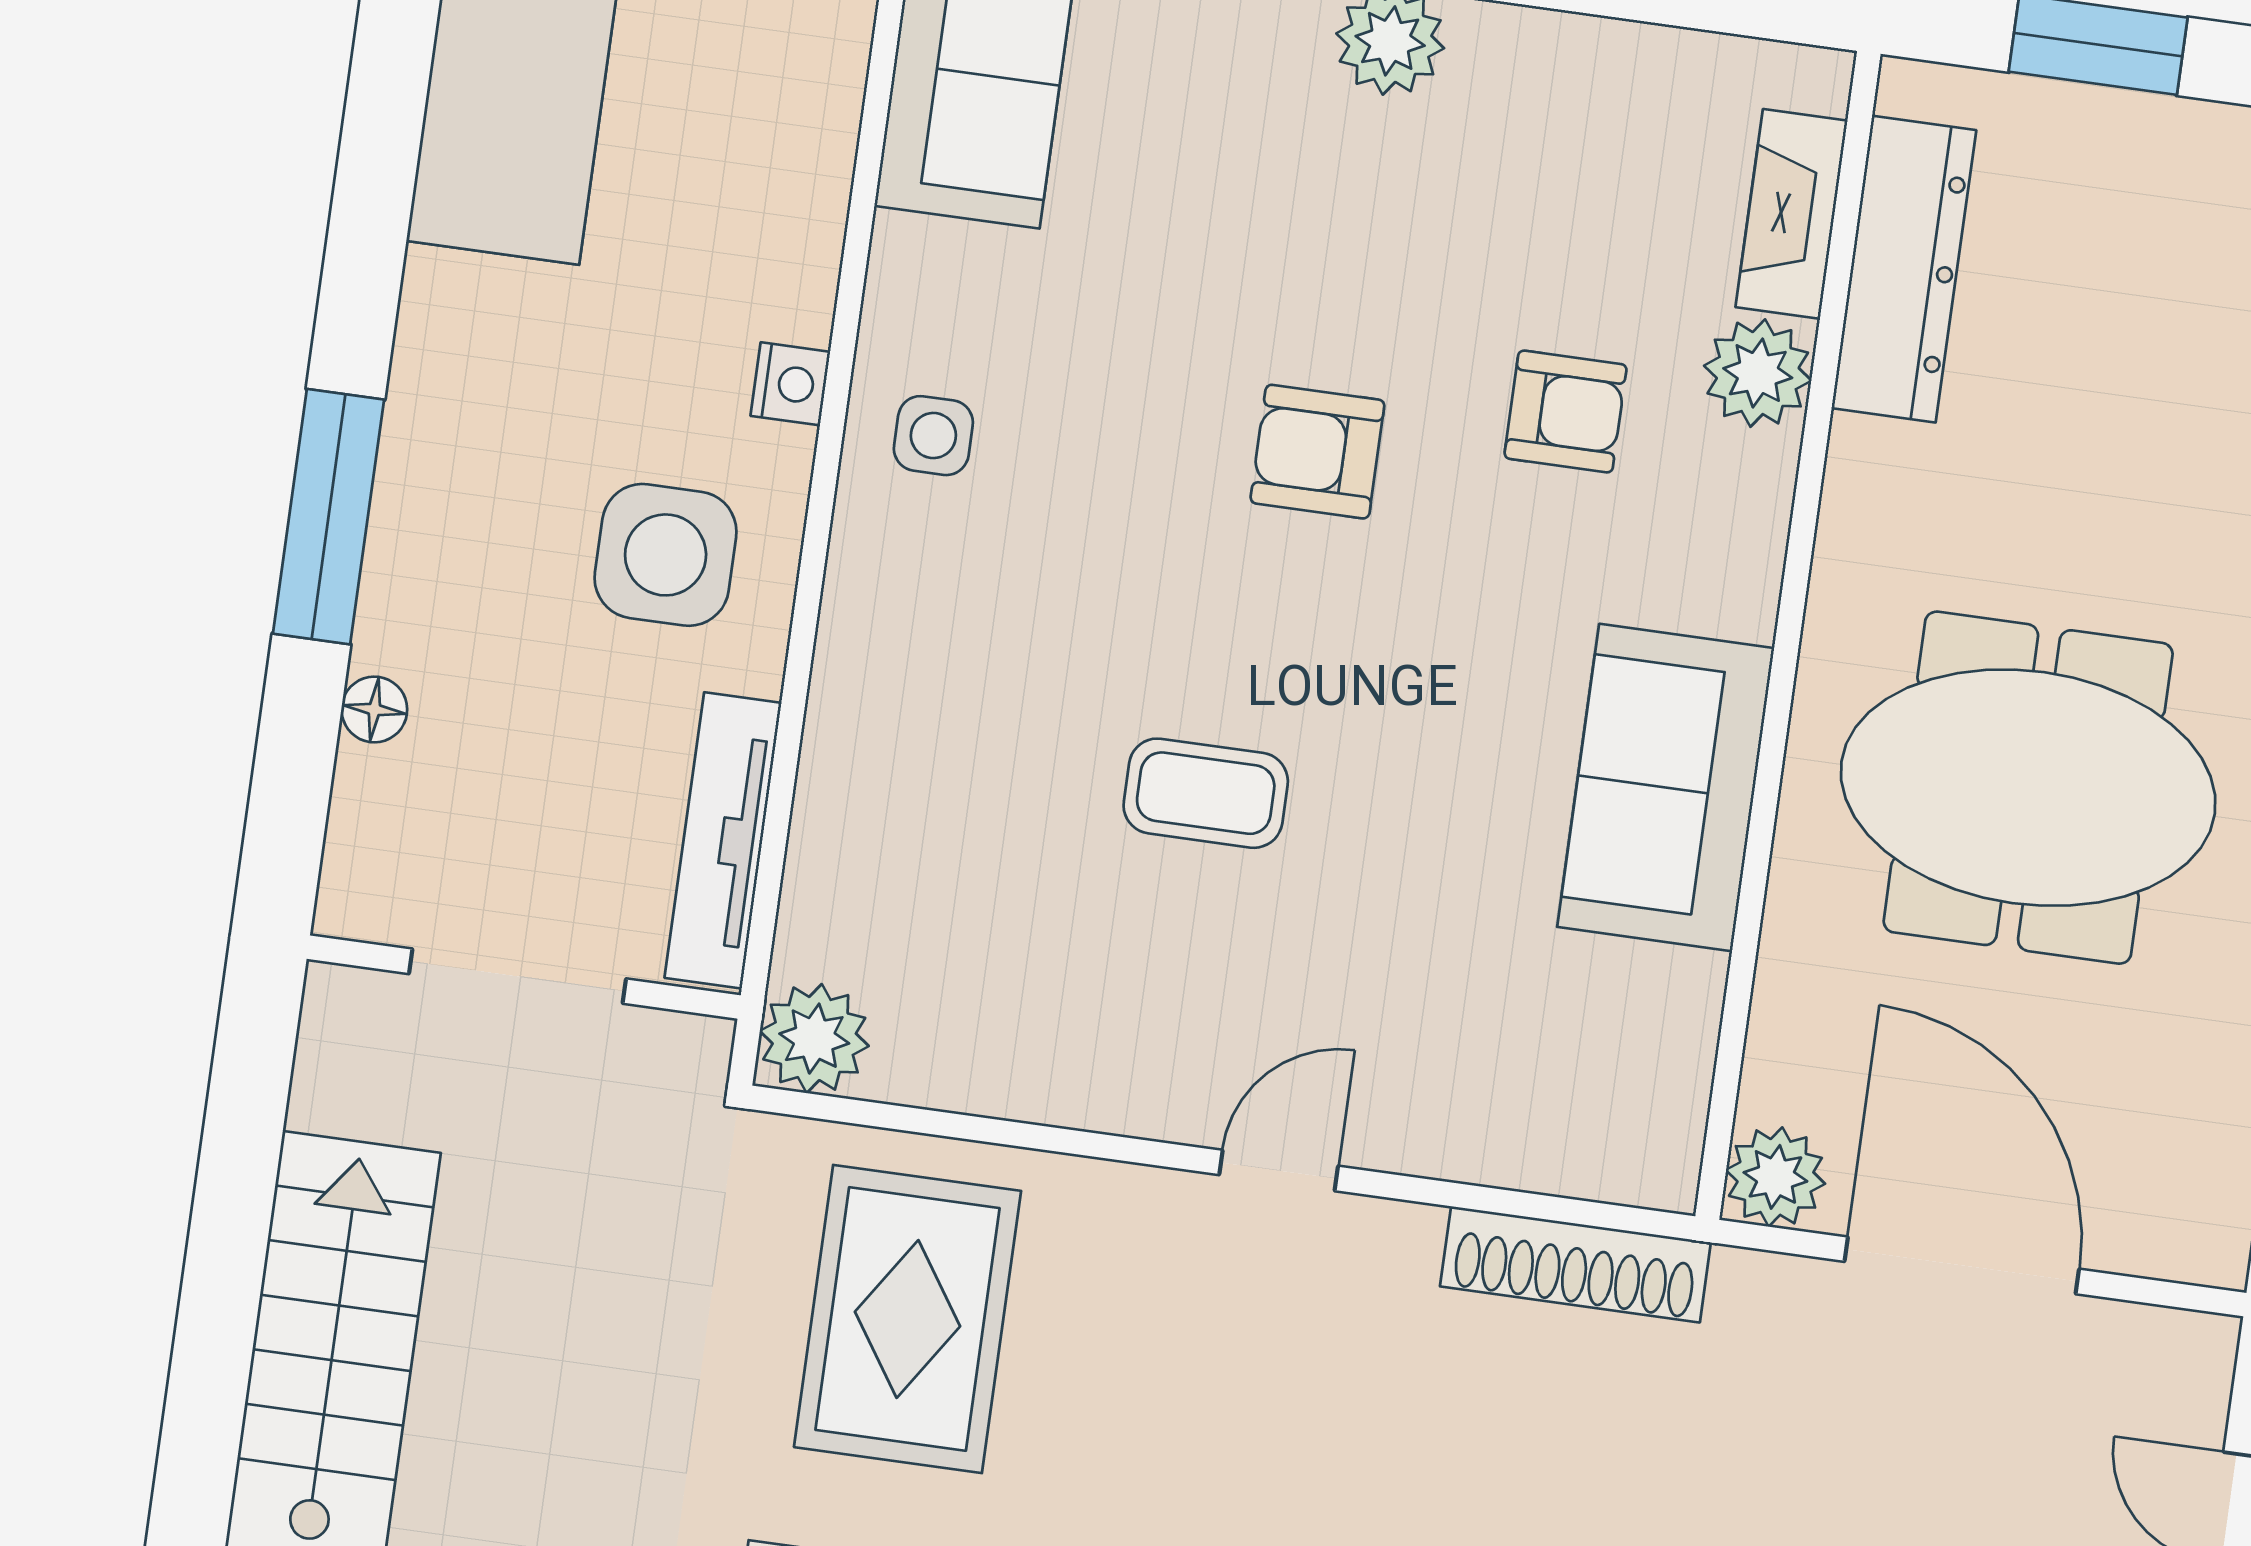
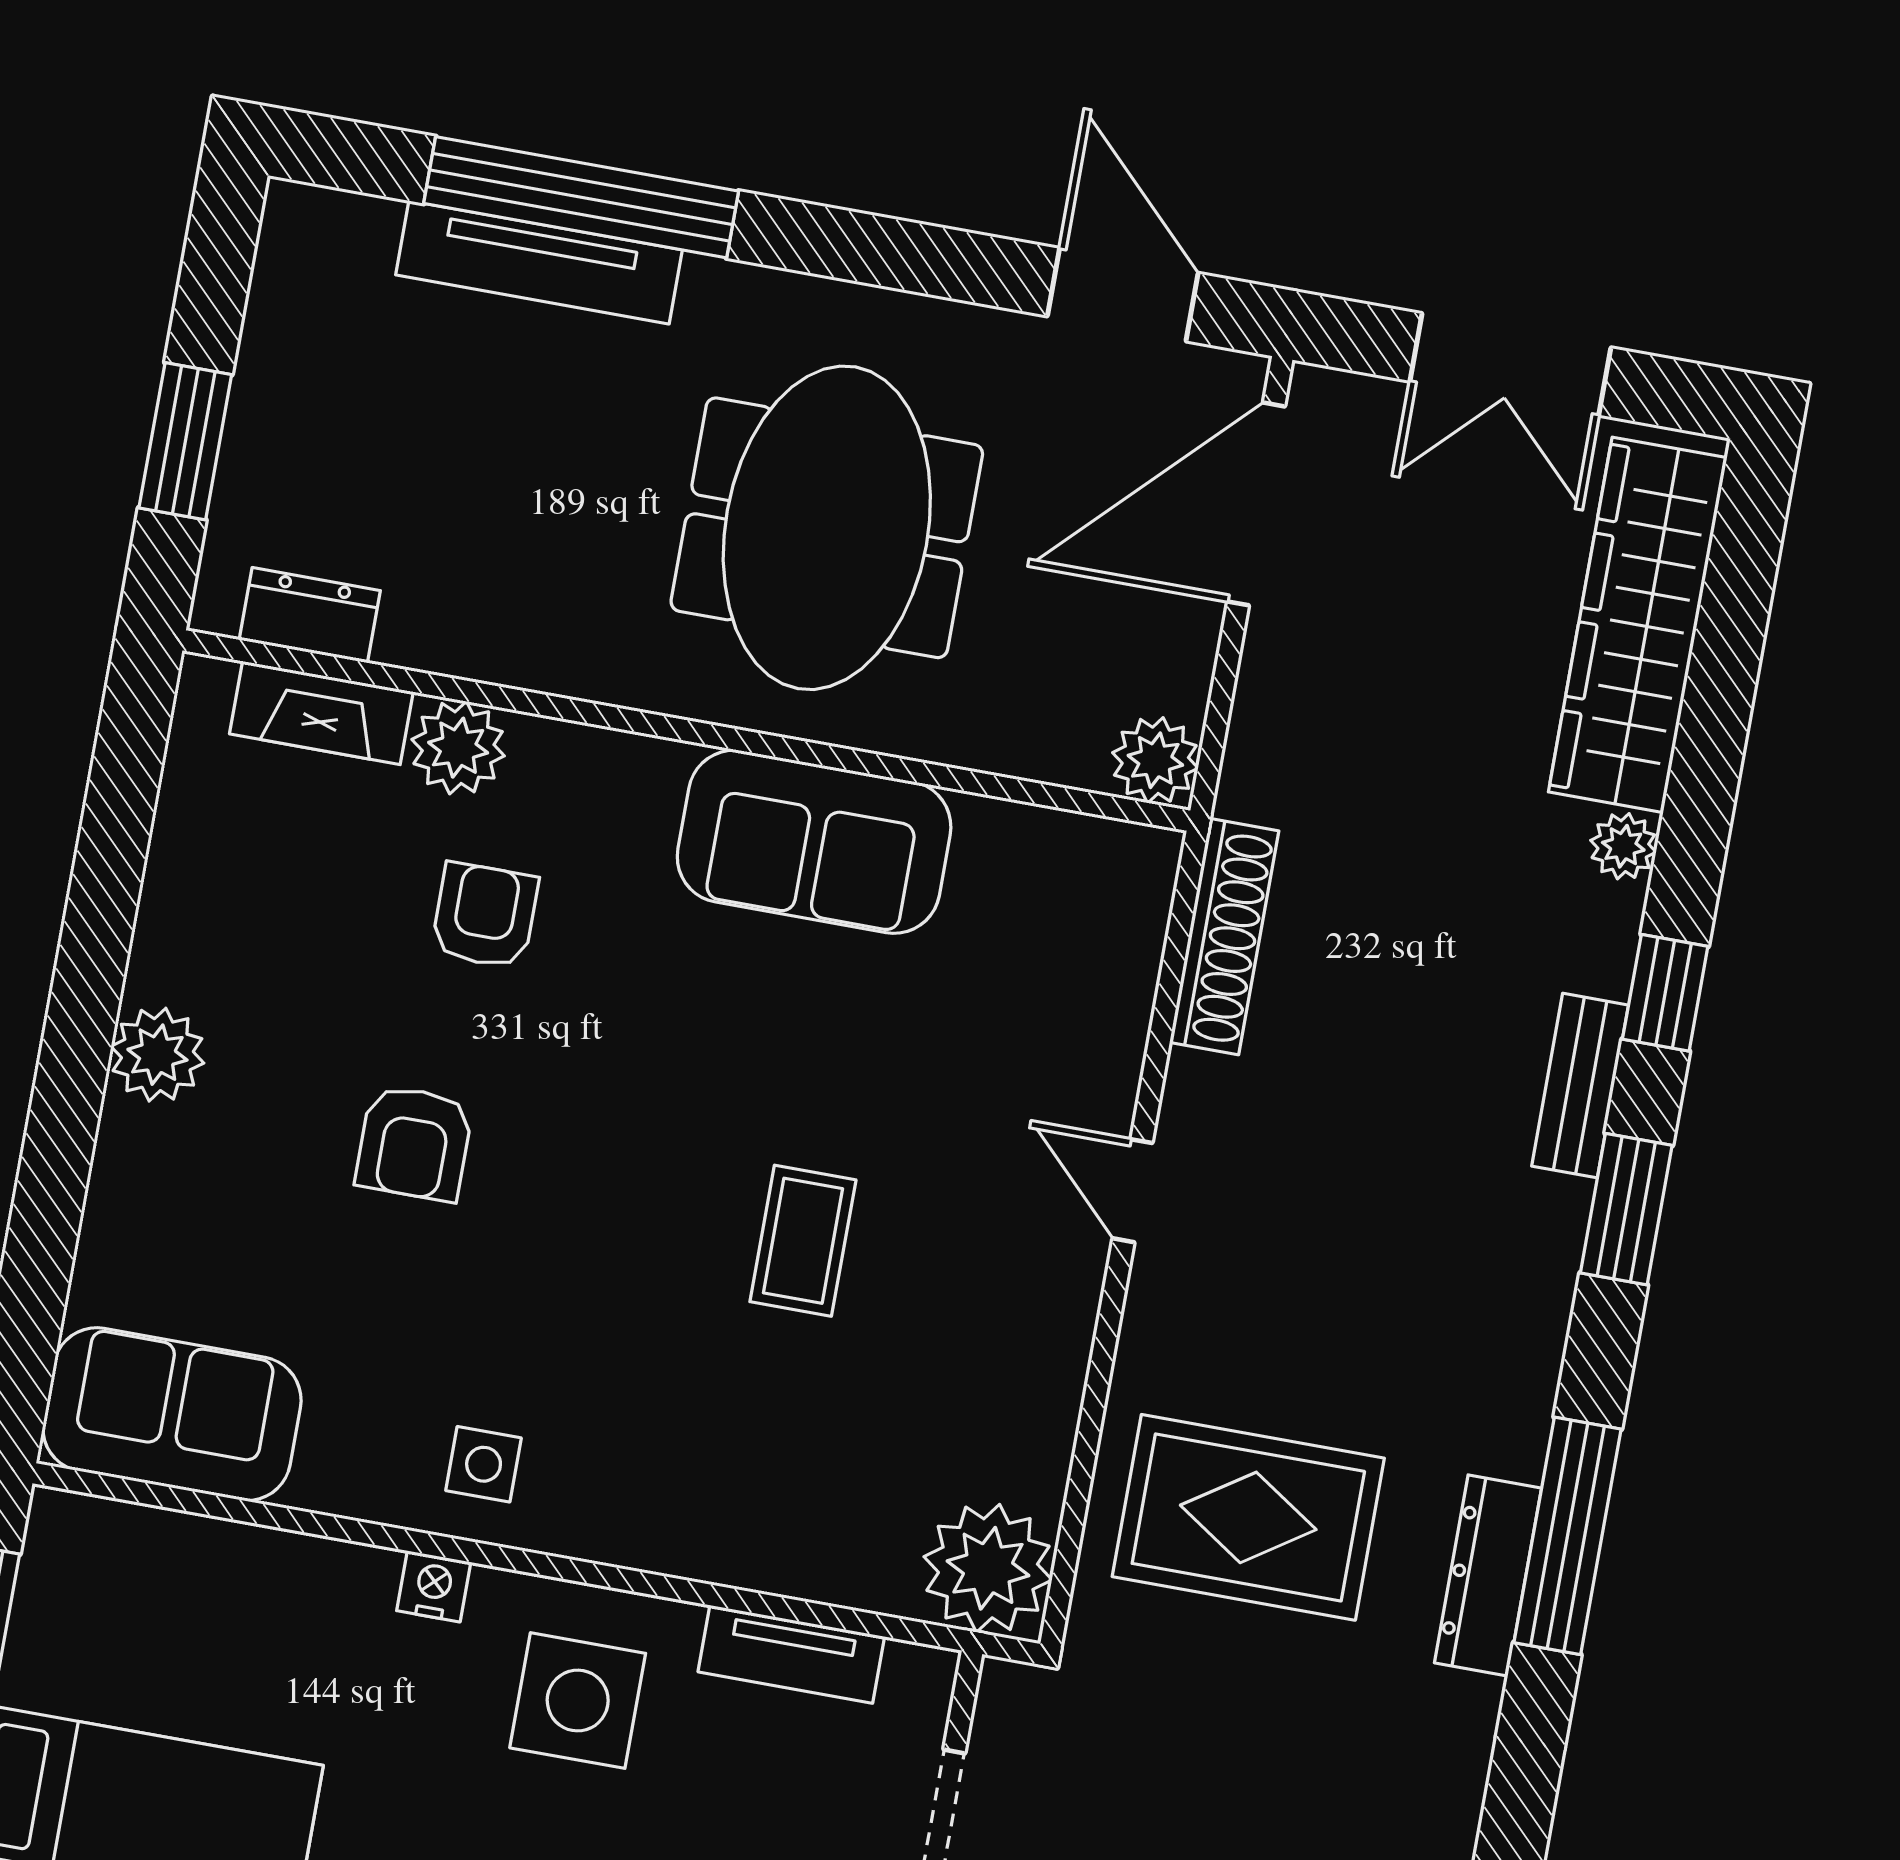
dresser: (1904, 269) -> (310, 615), width x0.51, depth x0.80
armchair: (1317, 452) -> (414, 1143), moved
tv unit: (723, 840) -> (791, 1654), width x0.71
plant: (814, 1039) -> (988, 1568), width x1.36, depth x1.36
door: (1962, 1265) -> (1256, 504), moved

